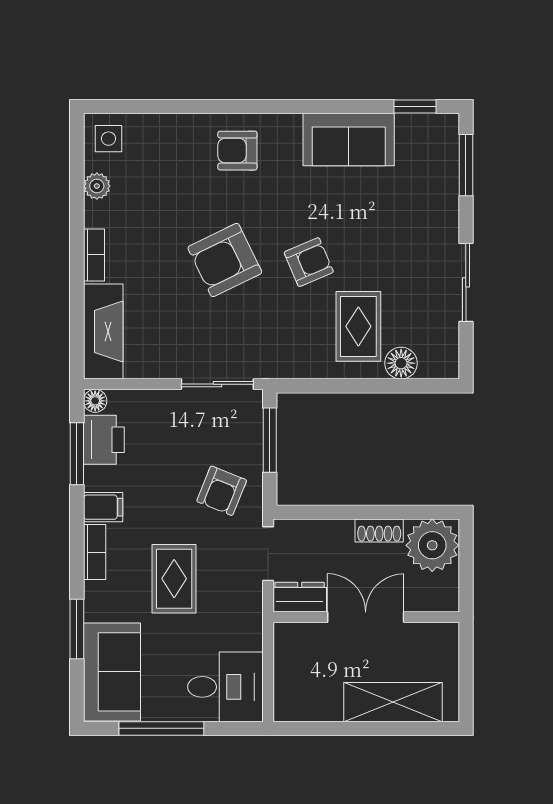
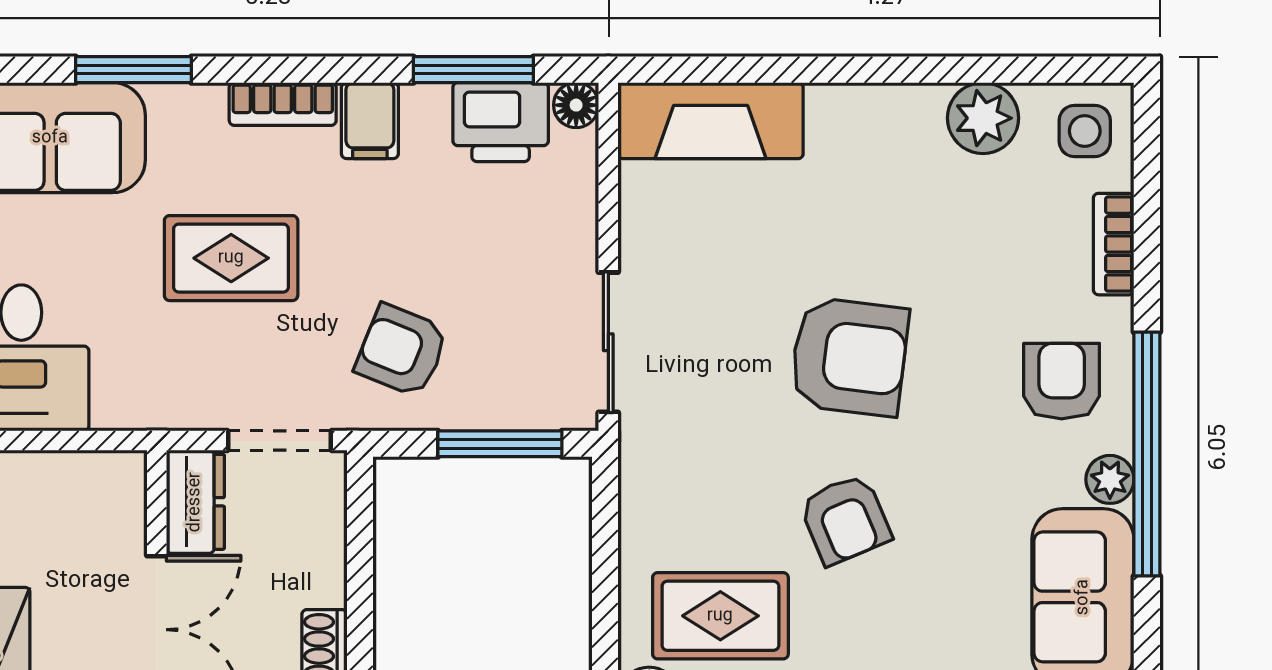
window: (275, 107) -> (1147, 454), added
plant: (288, 126) -> (1110, 479), added
plant: (97, 186) -> (983, 118), width x1.38, depth x1.38
bookcase: (94, 255) -> (1114, 244), moved, turned 90
armchair: (225, 260) -> (849, 357), turned 123

